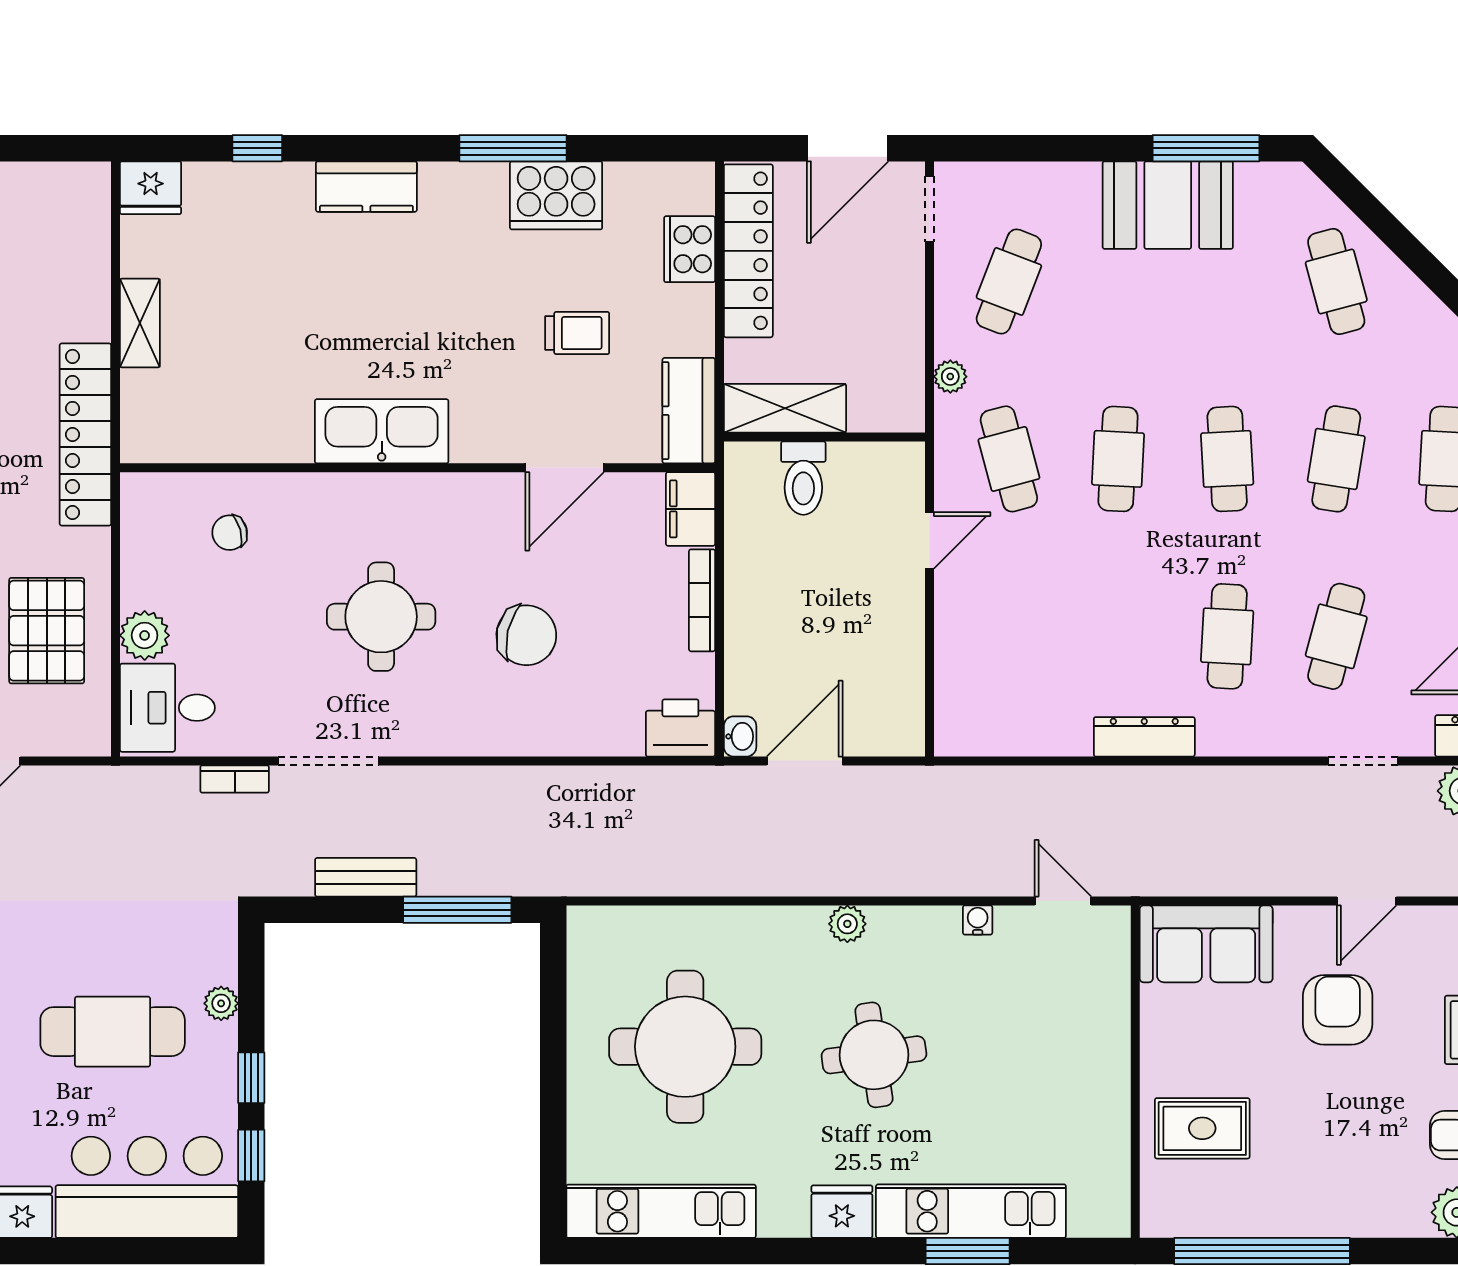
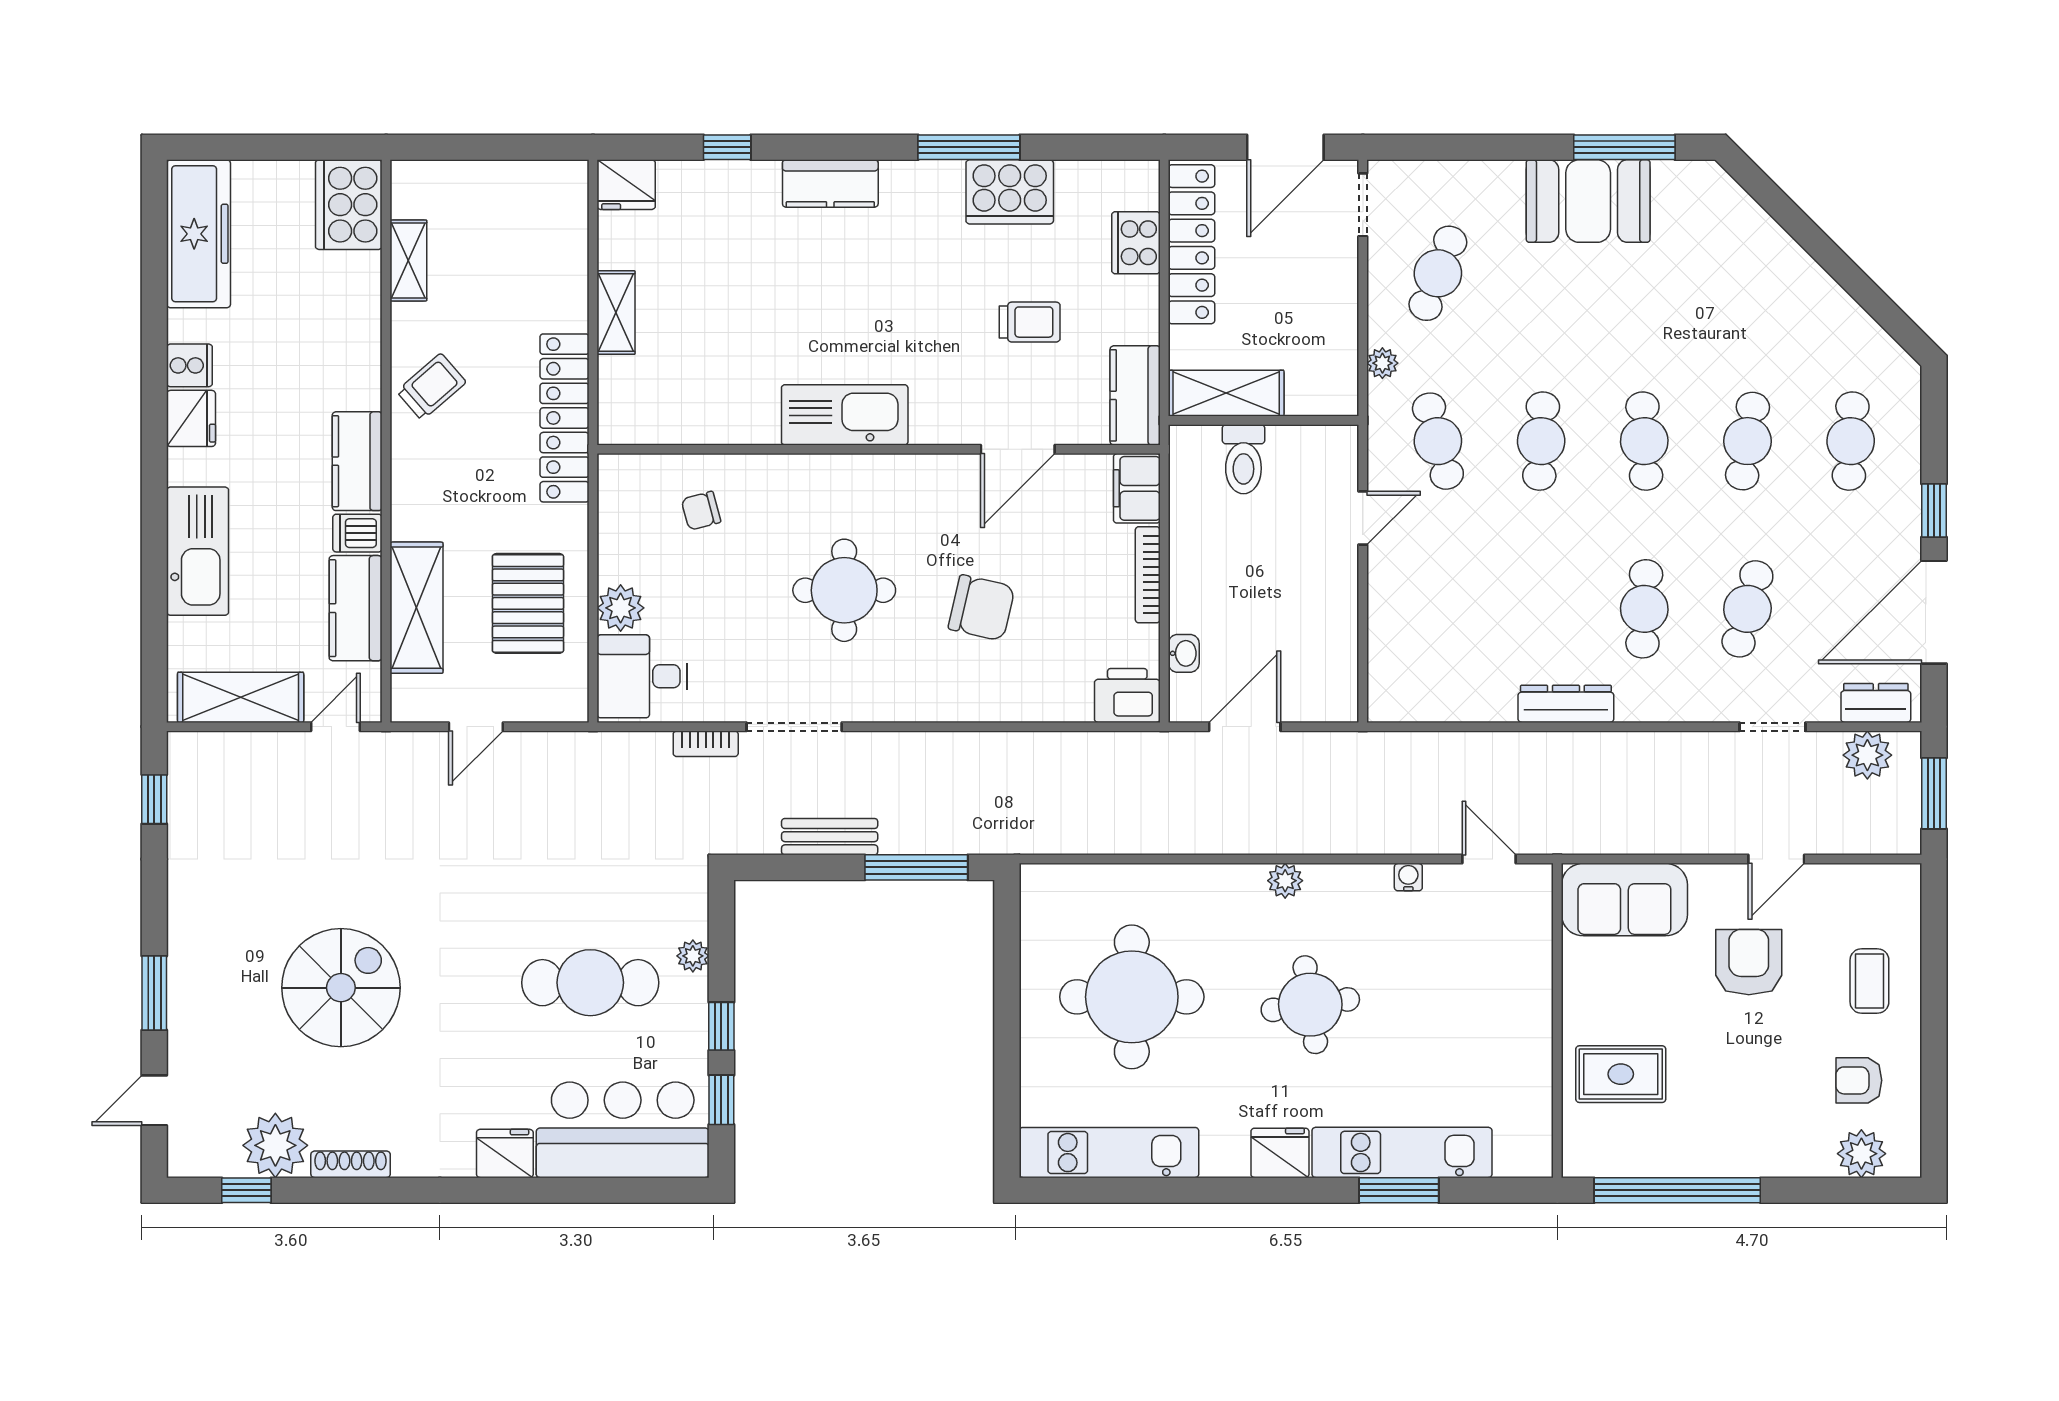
cafe table: (1336, 282) -> (1747, 273), removed
washbasin: (740, 736) -> (1184, 653), moved

